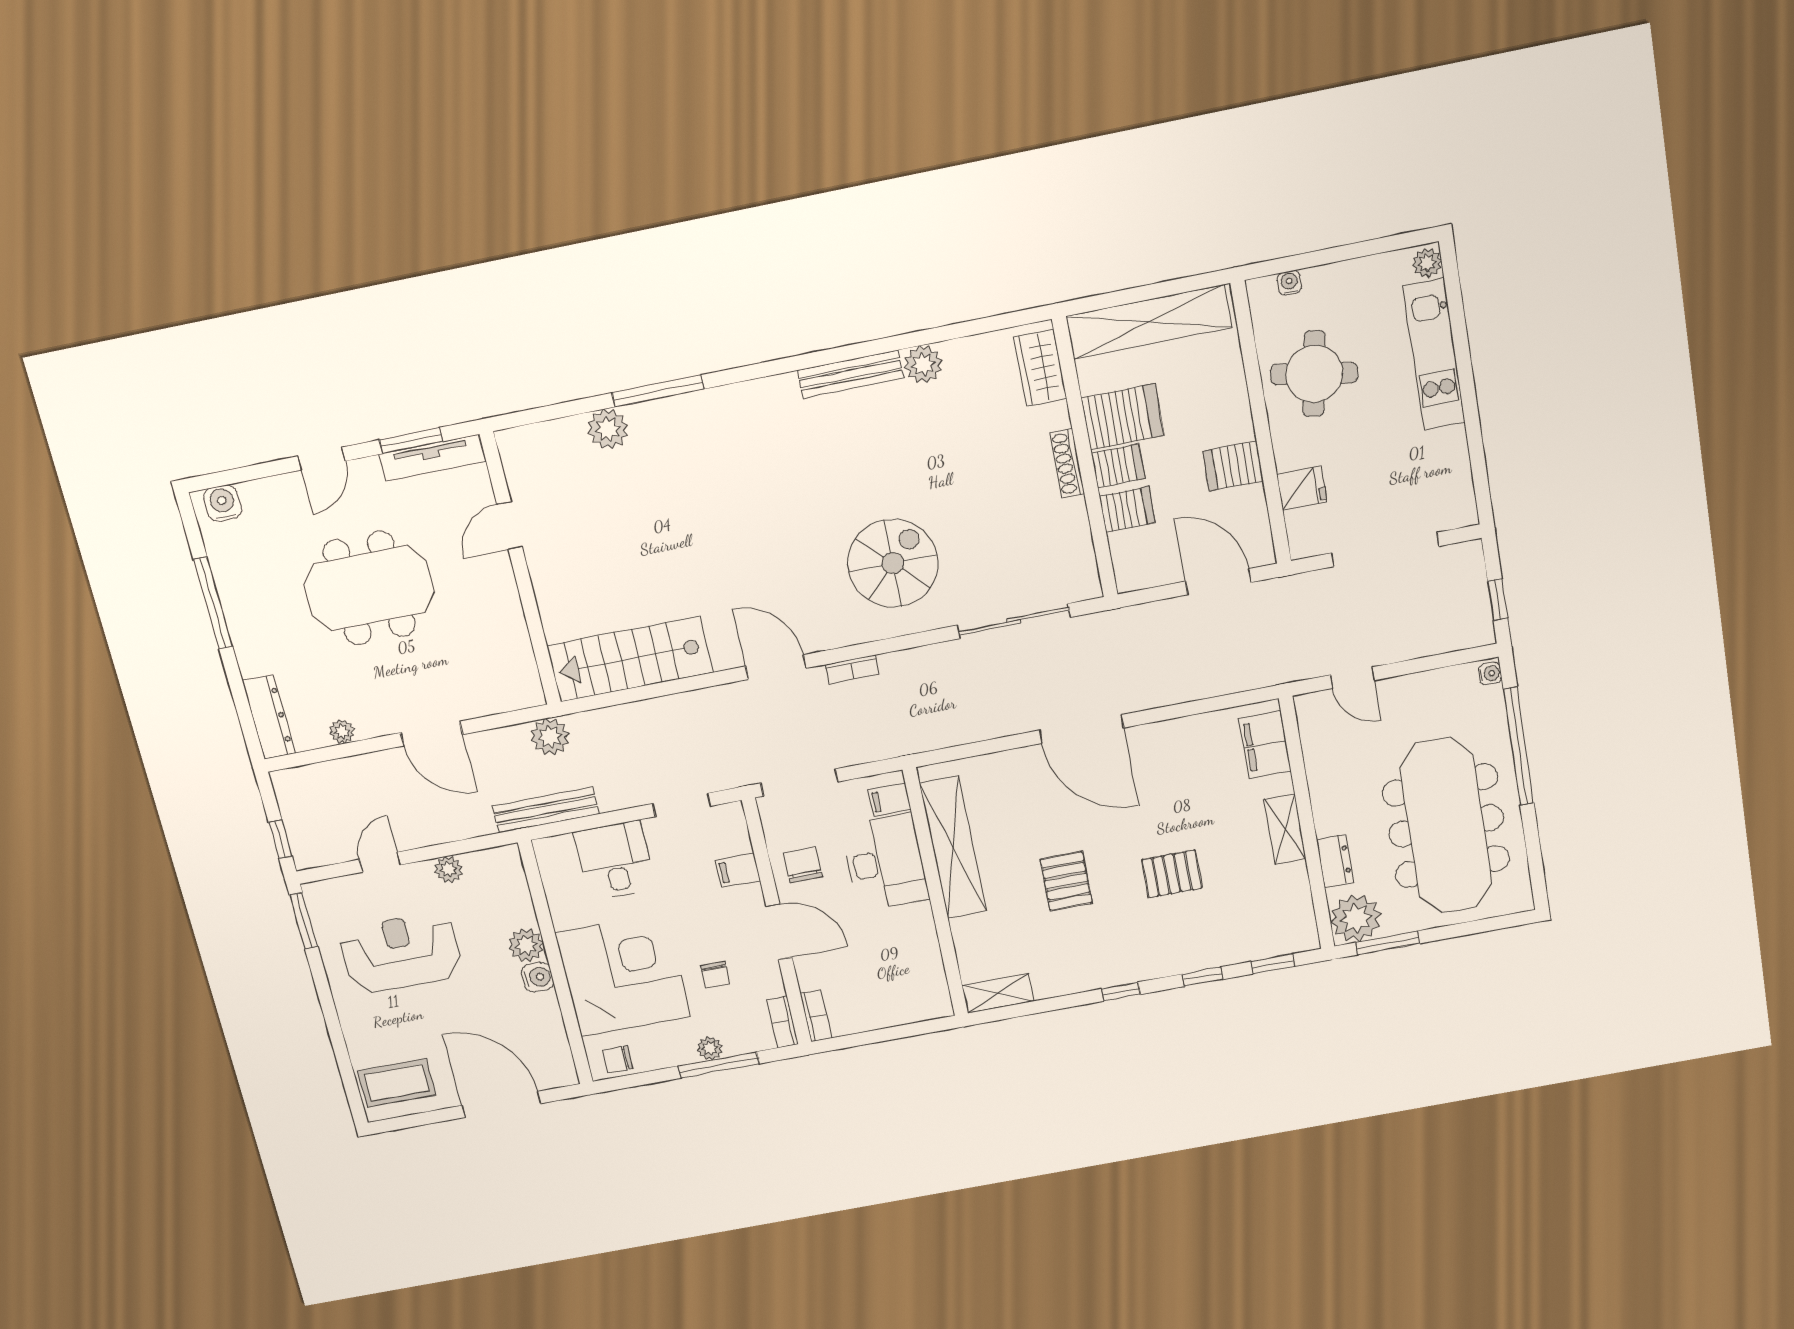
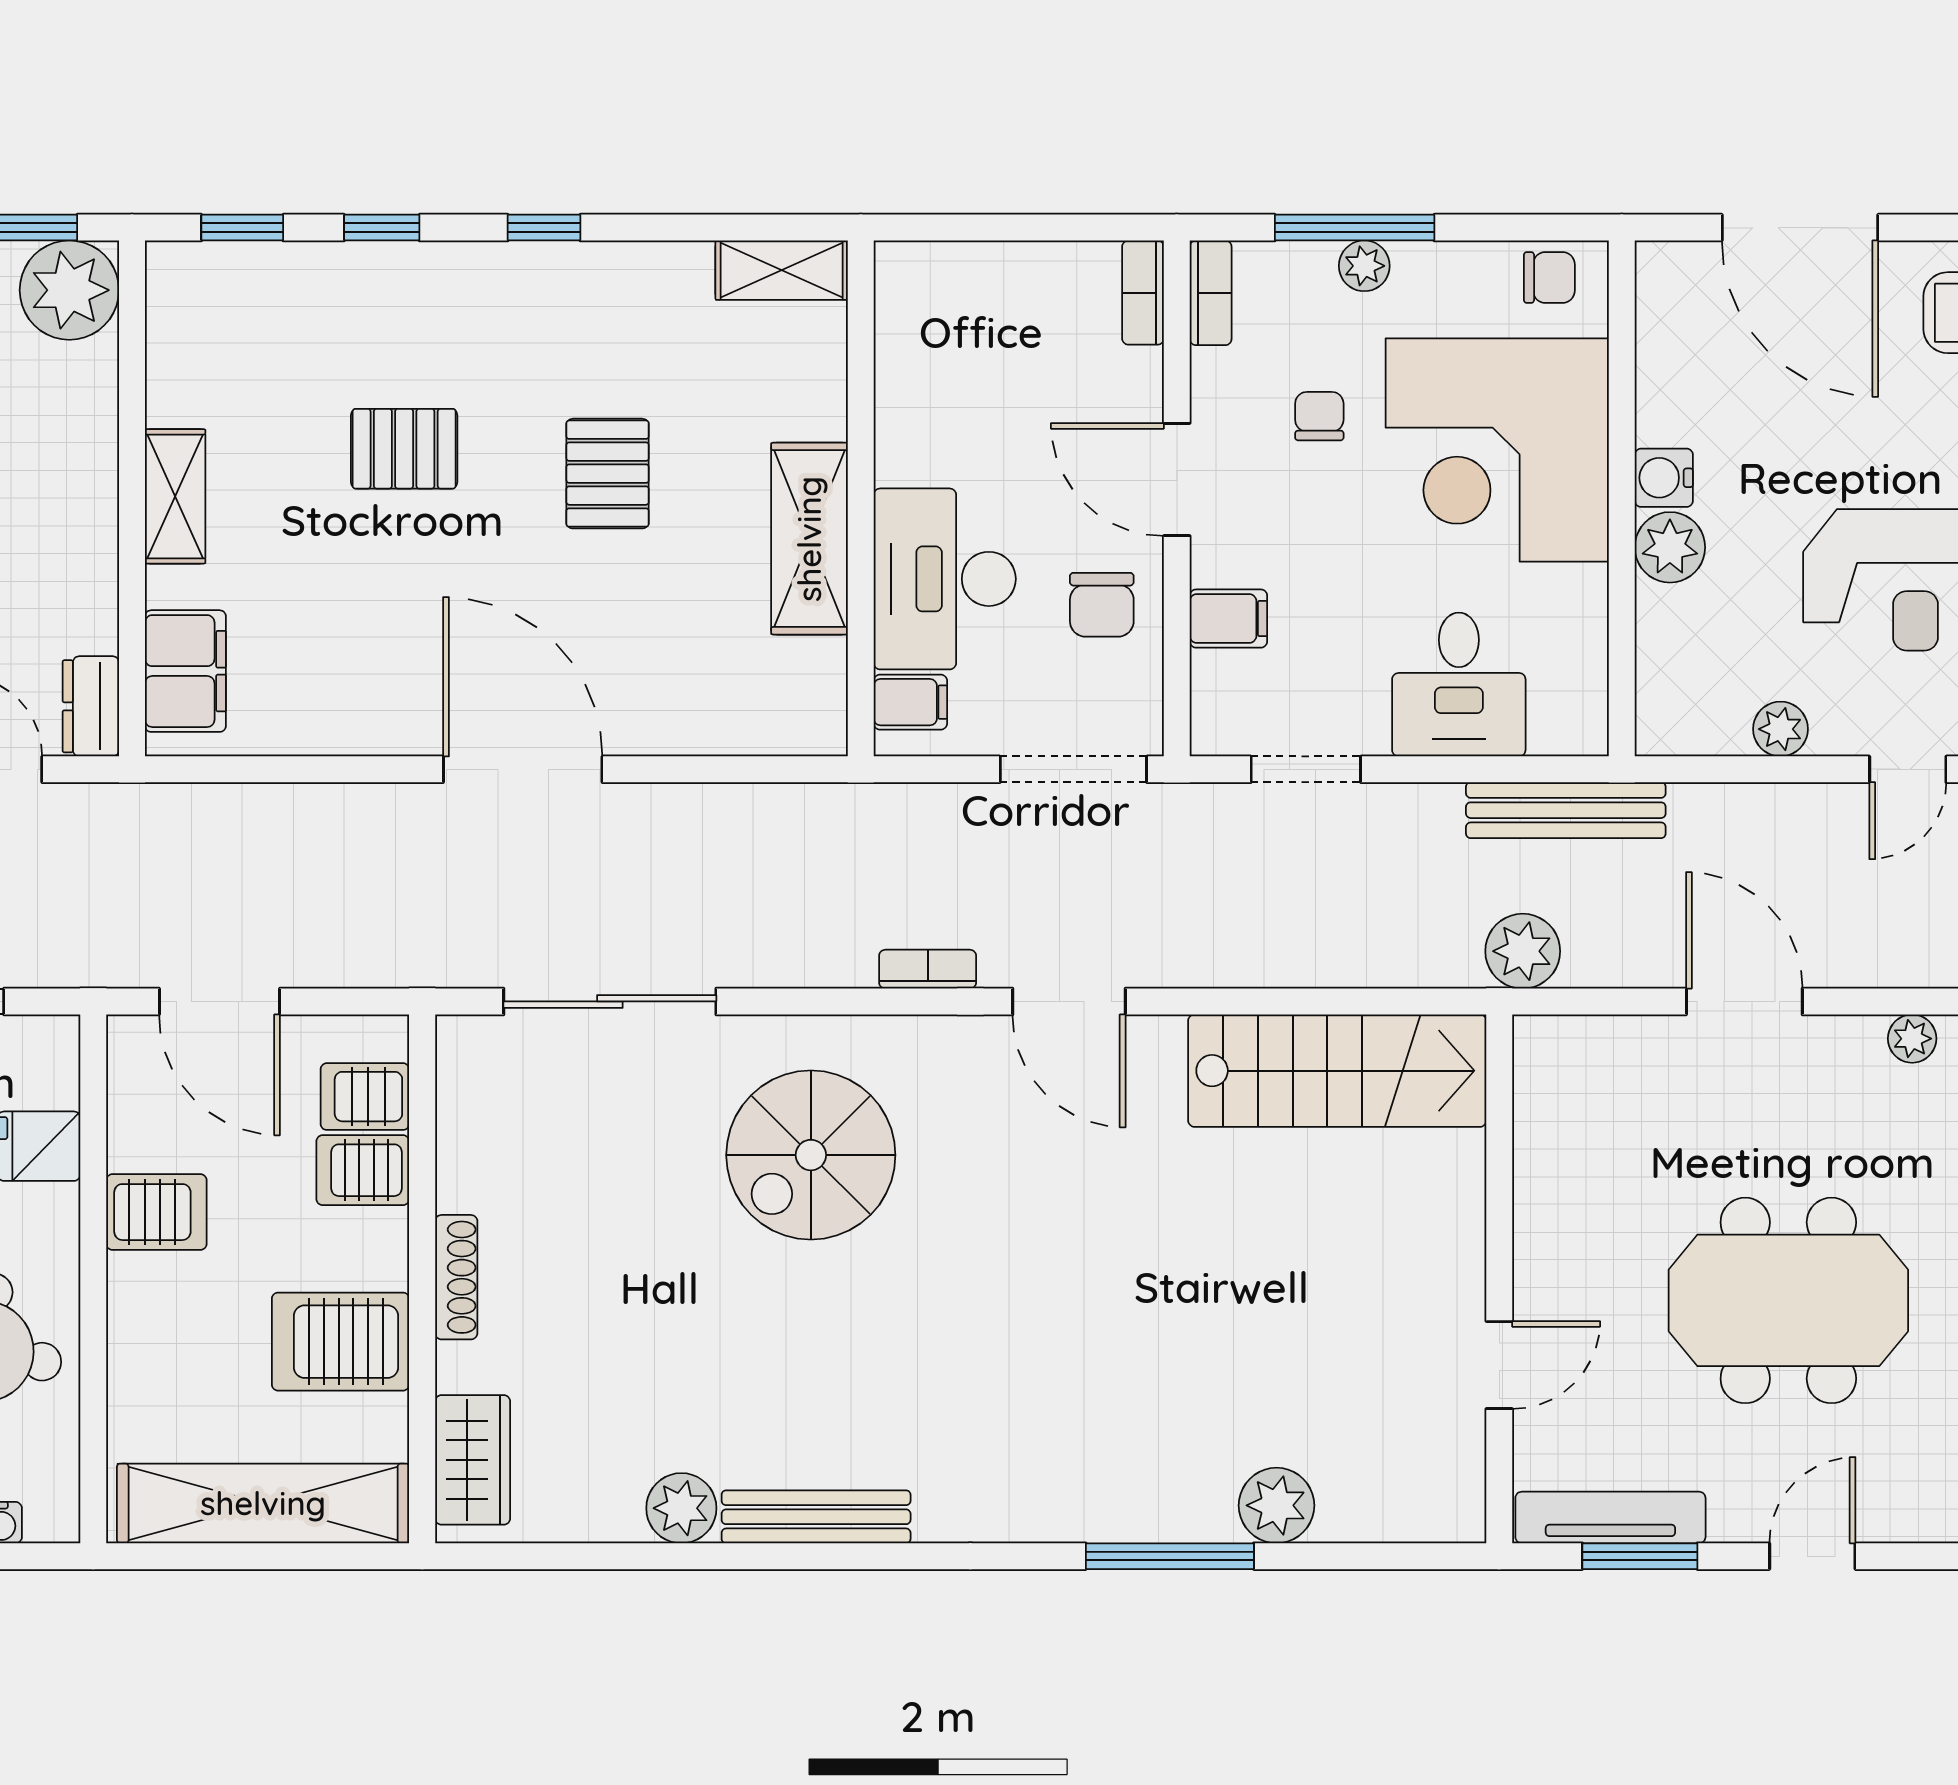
server rack: (1118, 466) -> (365, 1097), moved
shelving: (953, 848) -> (809, 539), width x0.68
dresser: (1335, 861) -> (91, 706), moved

